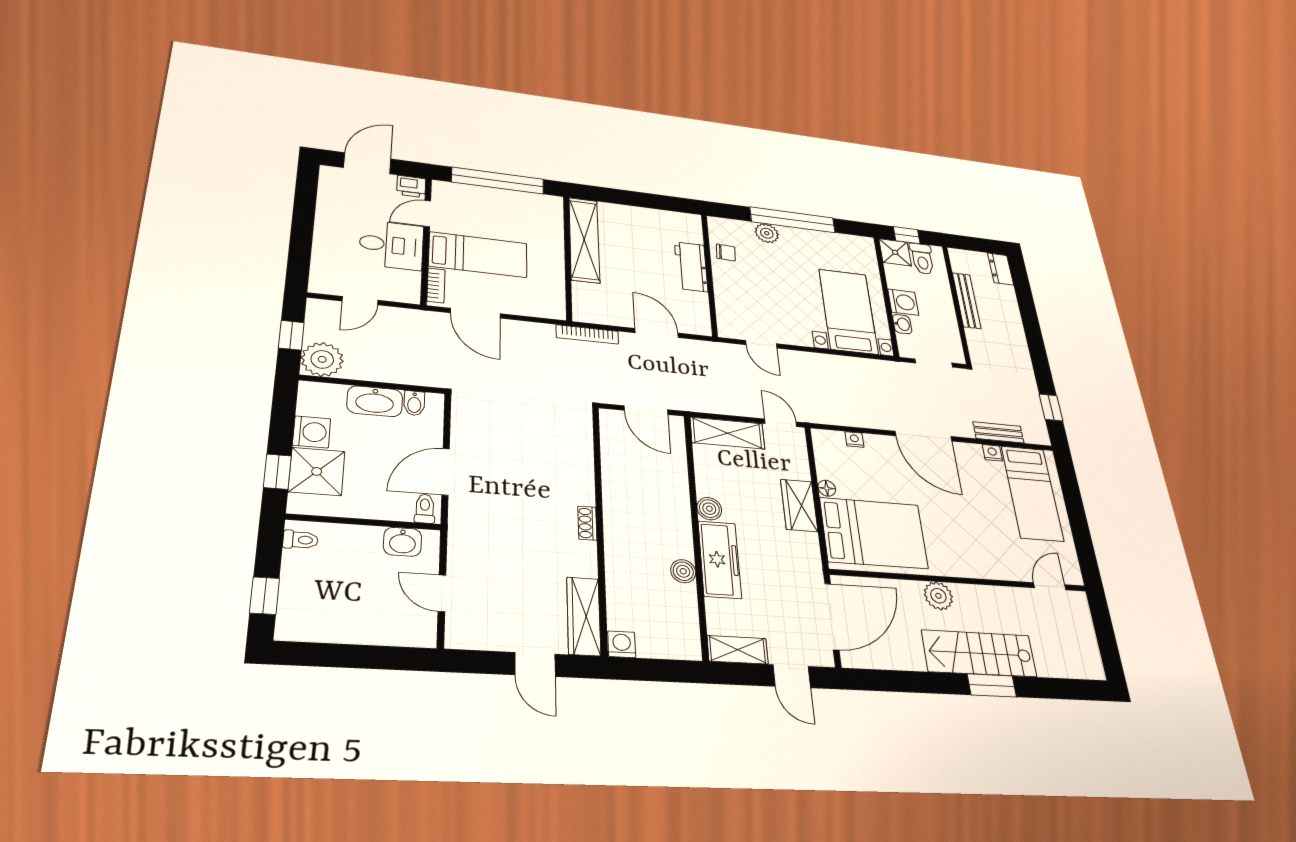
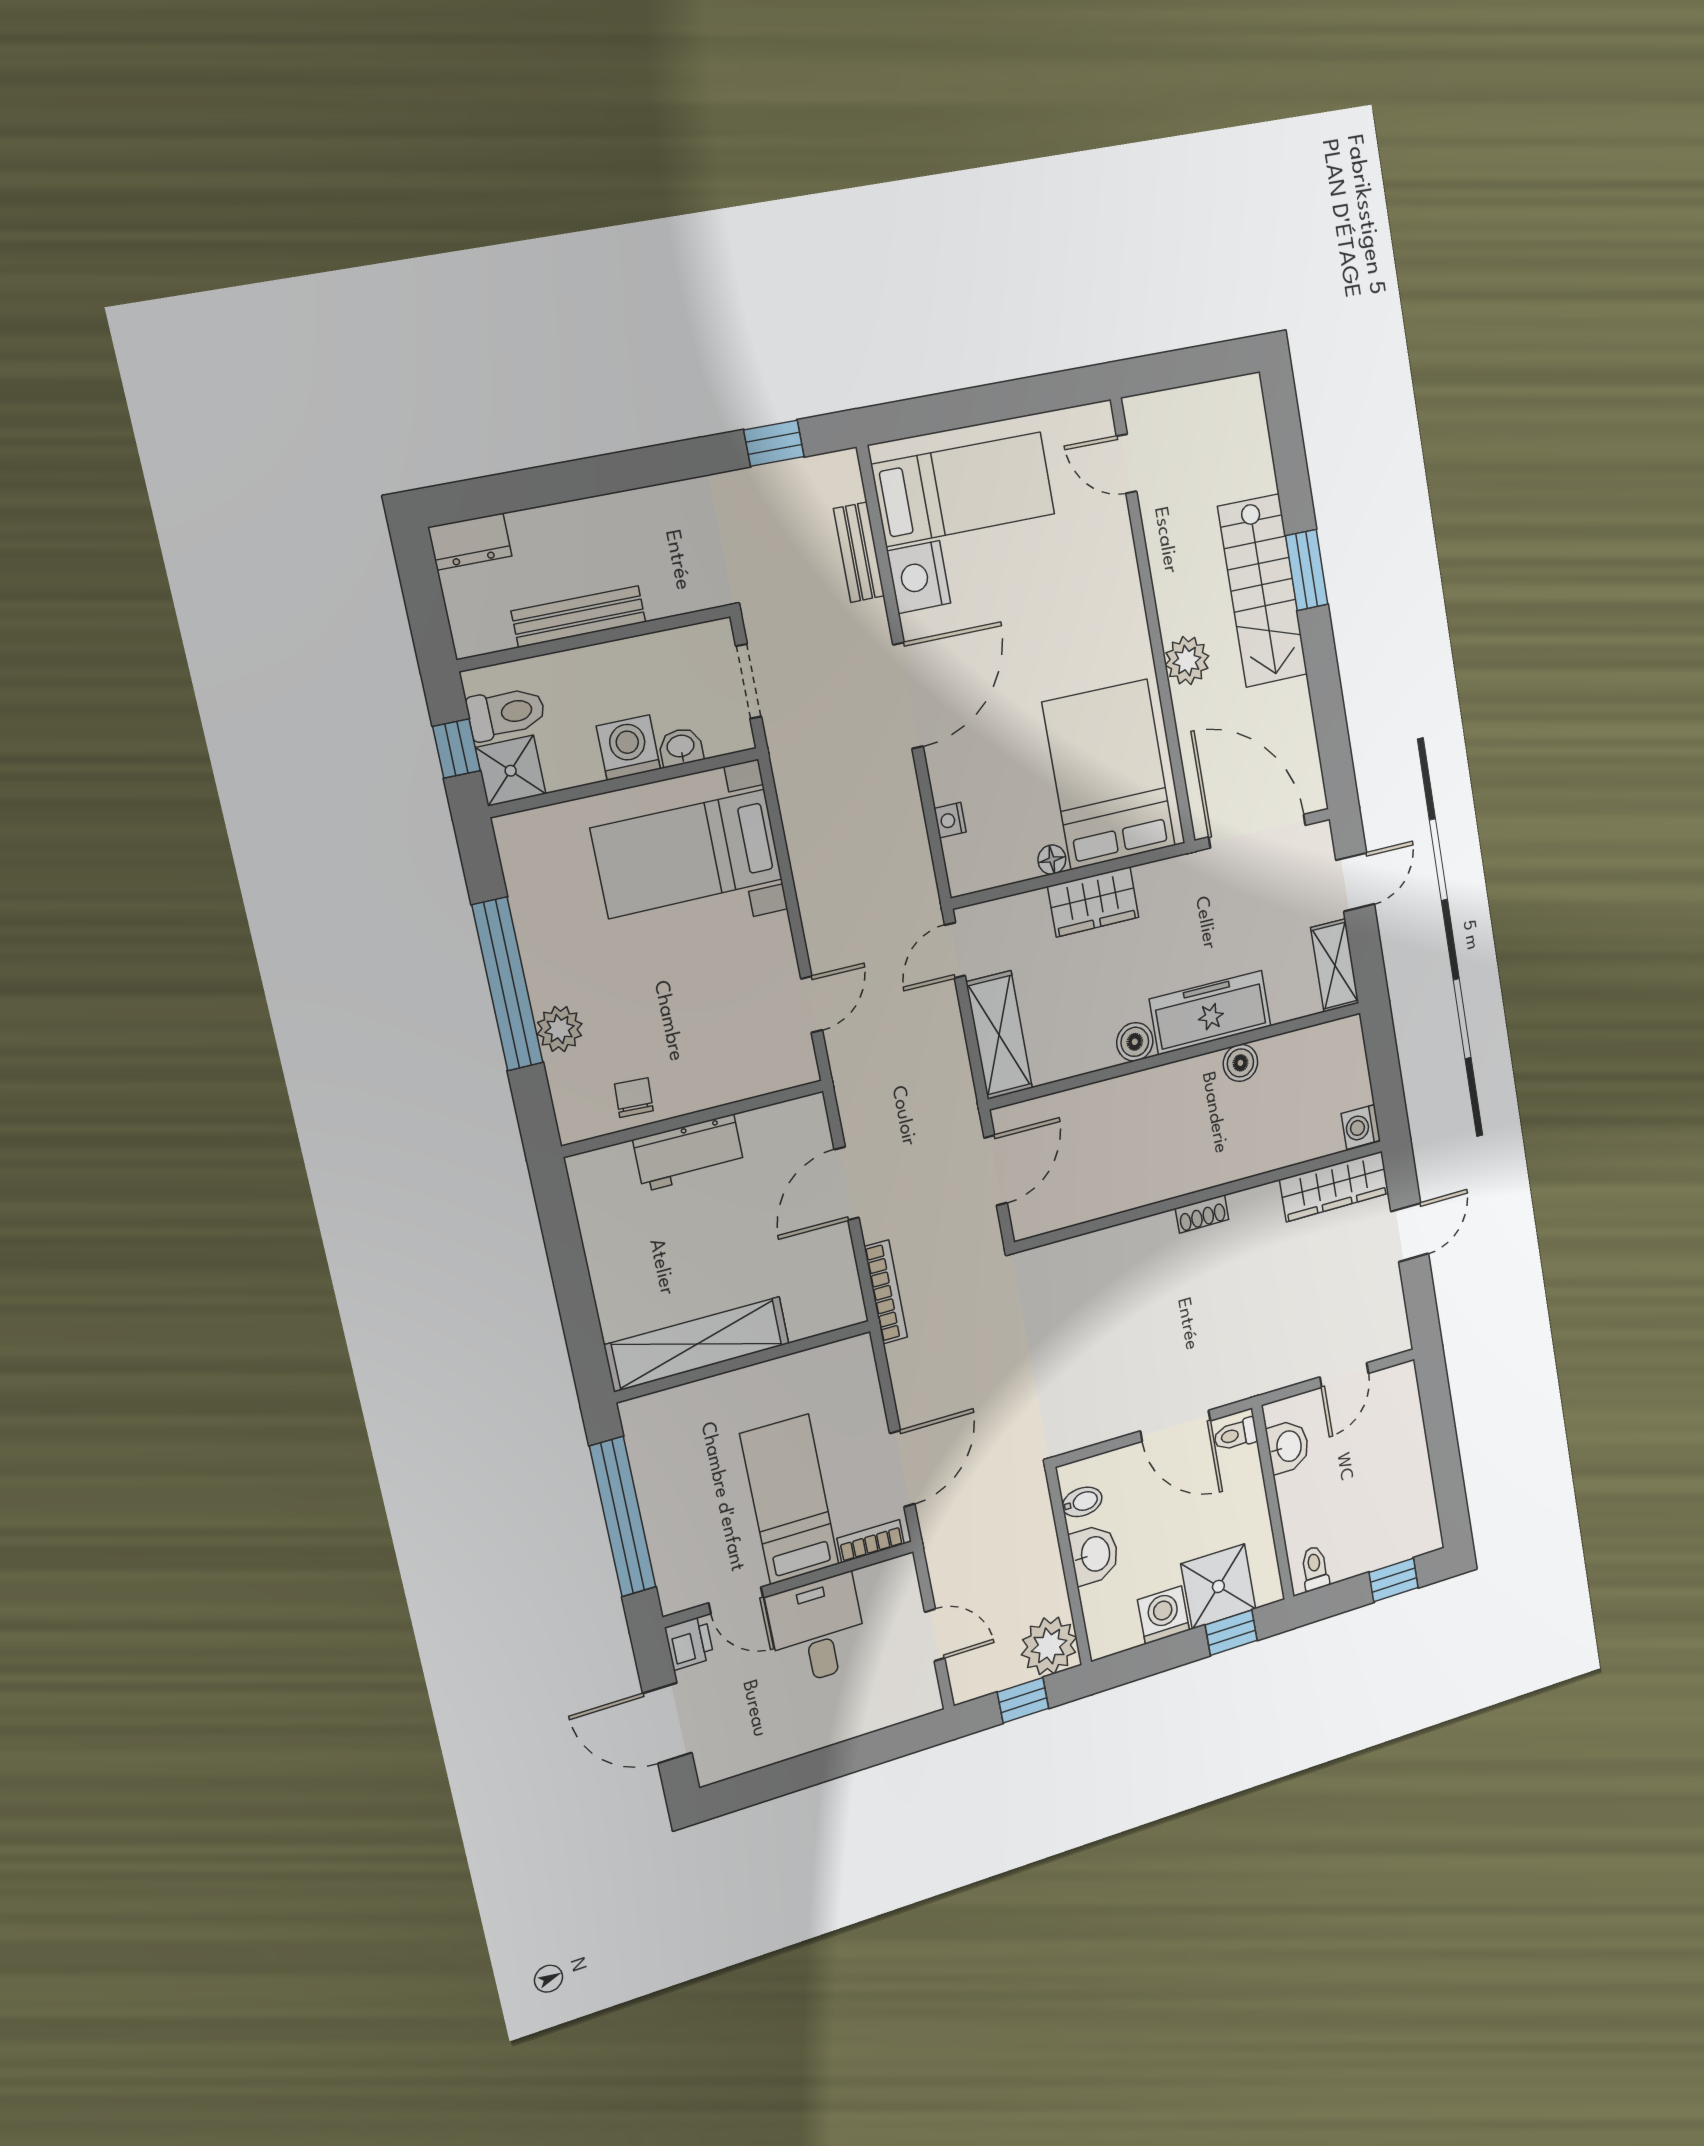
washbasin: (375, 401) -> (1094, 1554), width x0.72
nightstand: (992, 453) -> (919, 577), width x1.89, depth x1.79

